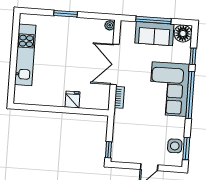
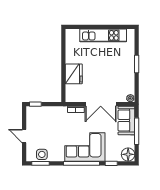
sofa: (154, 34) -> (126, 120), moved
double door: (115, 64) -> (101, 104), swing flipped
fridge: (73, 100) -> (74, 74), width x1.88, depth x1.34

